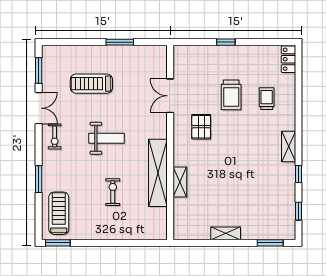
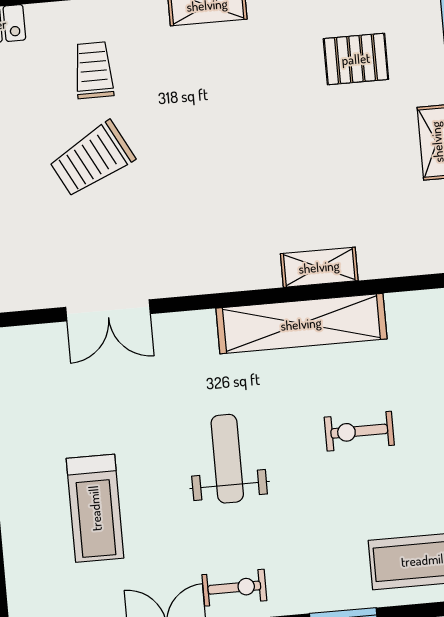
trolley: (231, 95) -> (92, 159), turned 152
trolley: (267, 99) -> (94, 70), turned 90
pallet: (201, 127) -> (356, 59), moved

